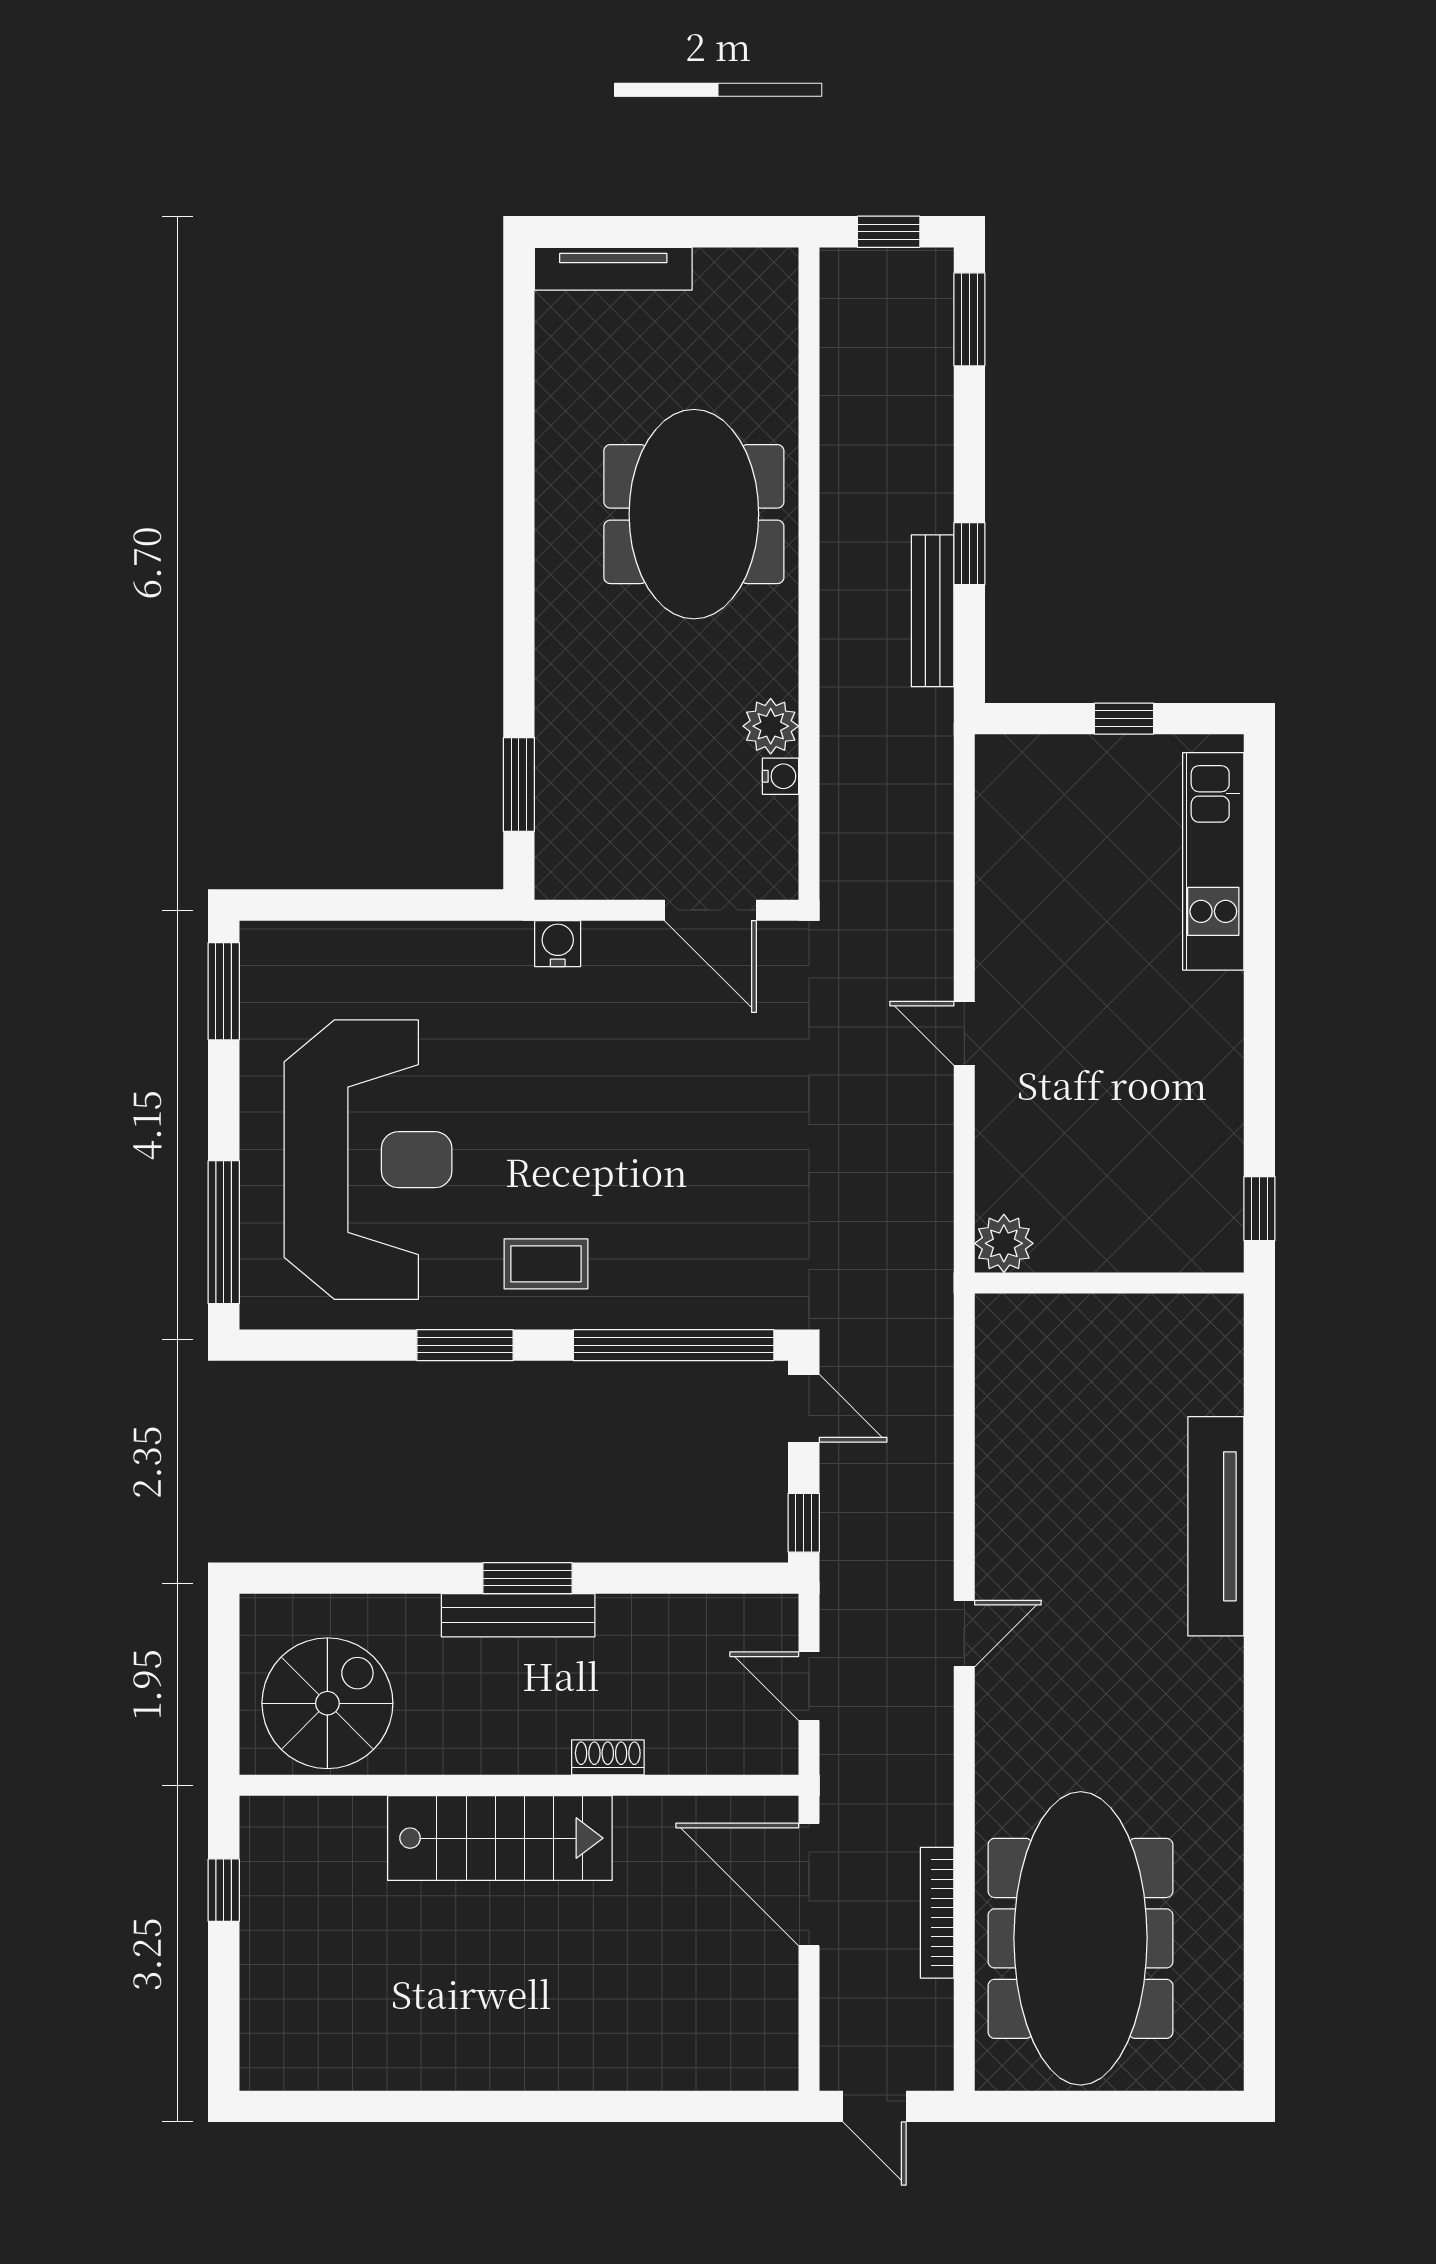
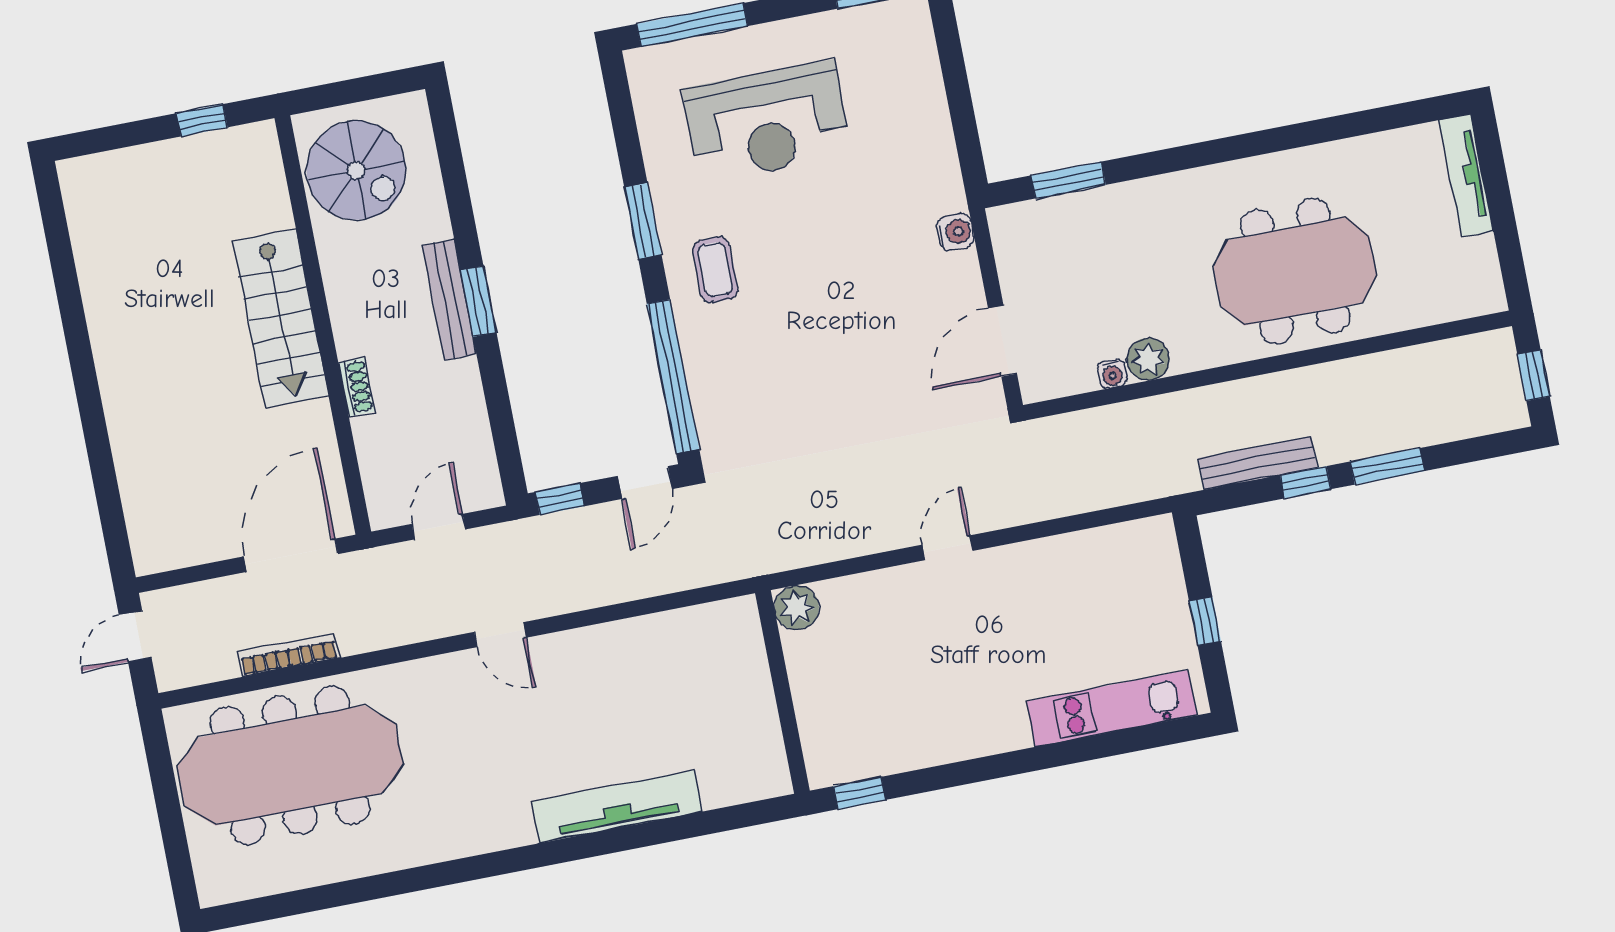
window: (969, 319) -> (1387, 466), moved
reception desk: (368, 1160) -> (767, 122), width x0.74, depth x0.77

